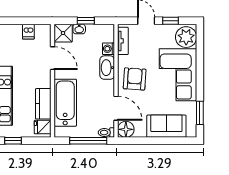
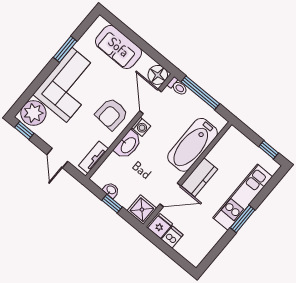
window: (171, 21) -> (24, 130), moved
washbasin: (79, 29) -> (111, 190), moved
washing machine: (109, 49) -> (141, 127), moved
door: (52, 58) -> (170, 195), swing flipped
kitchen counter: (43, 104) -> (199, 177), moved
window: (200, 113) -> (65, 49), moved
fridge: (43, 127) -> (160, 226), moved, turned -90

